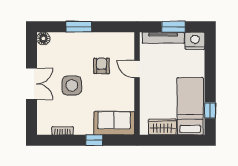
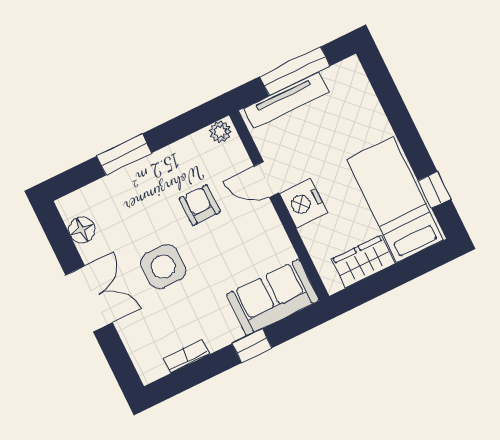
window: (173, 27) -> (295, 71), width x1.44
plant: (127, 37) -> (220, 132), added
floor lamp: (43, 39) -> (82, 230), moved
nightstand: (195, 41) -> (303, 203), moved, turned -90

